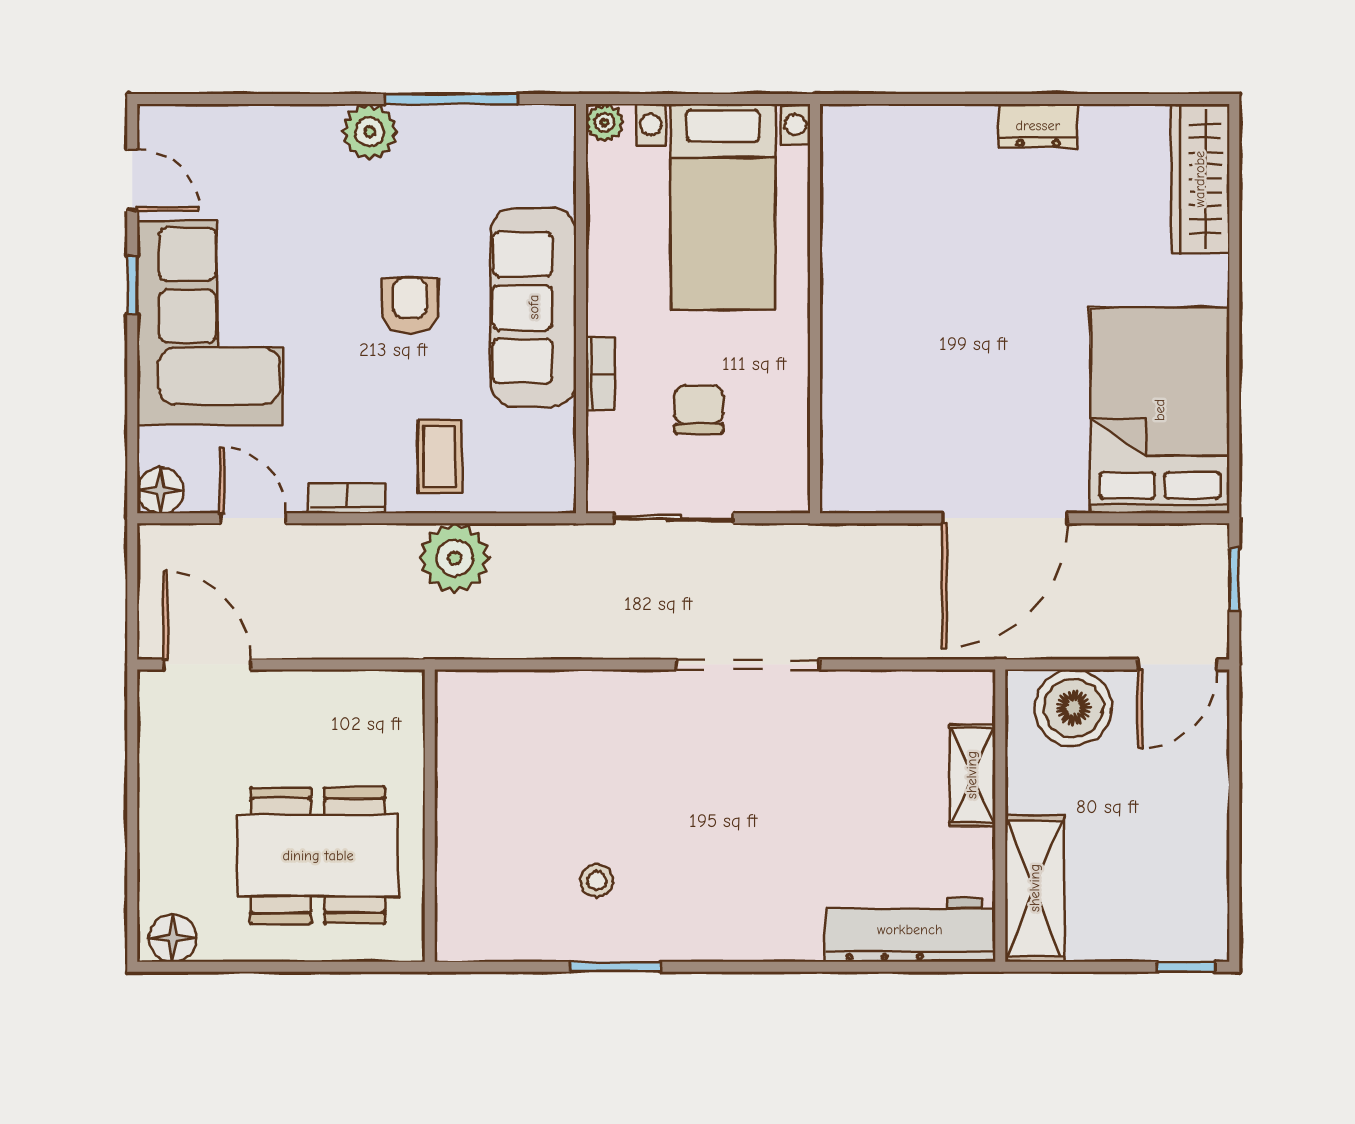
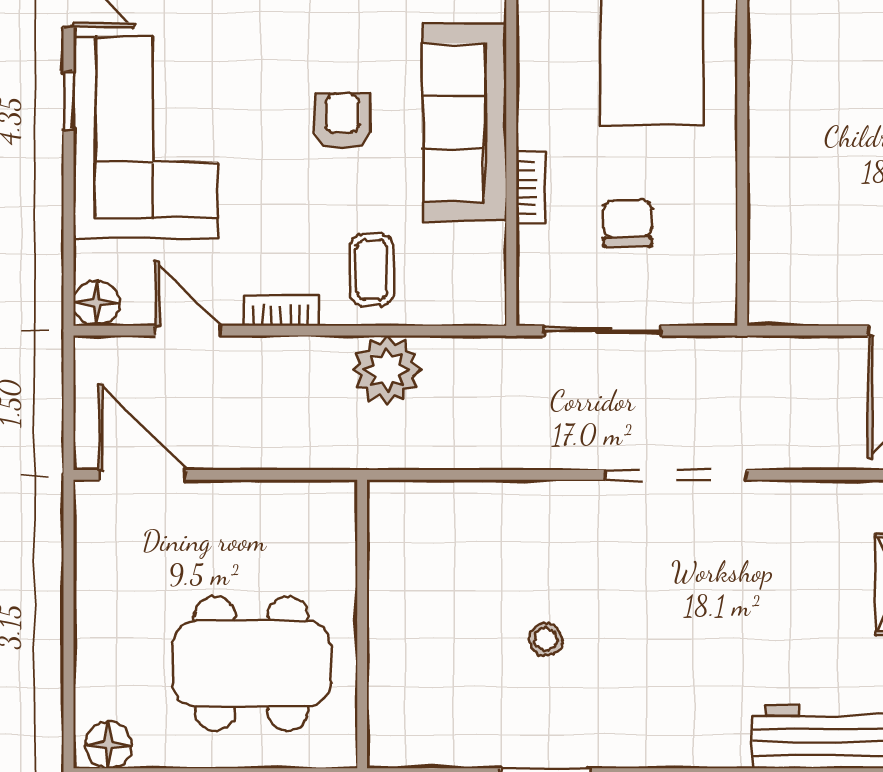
stool: (597, 881) -> (546, 639), moved

